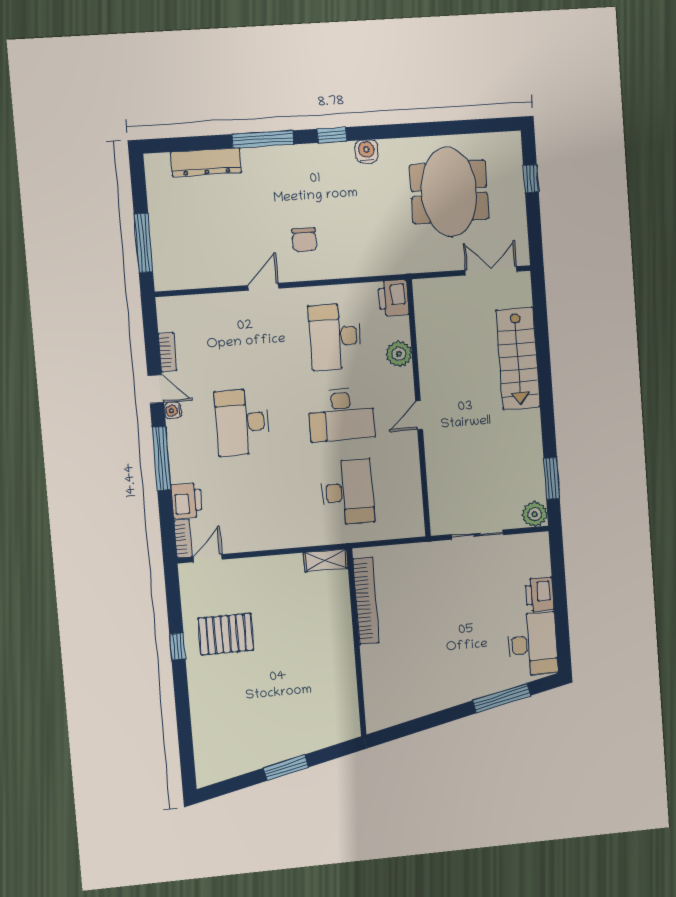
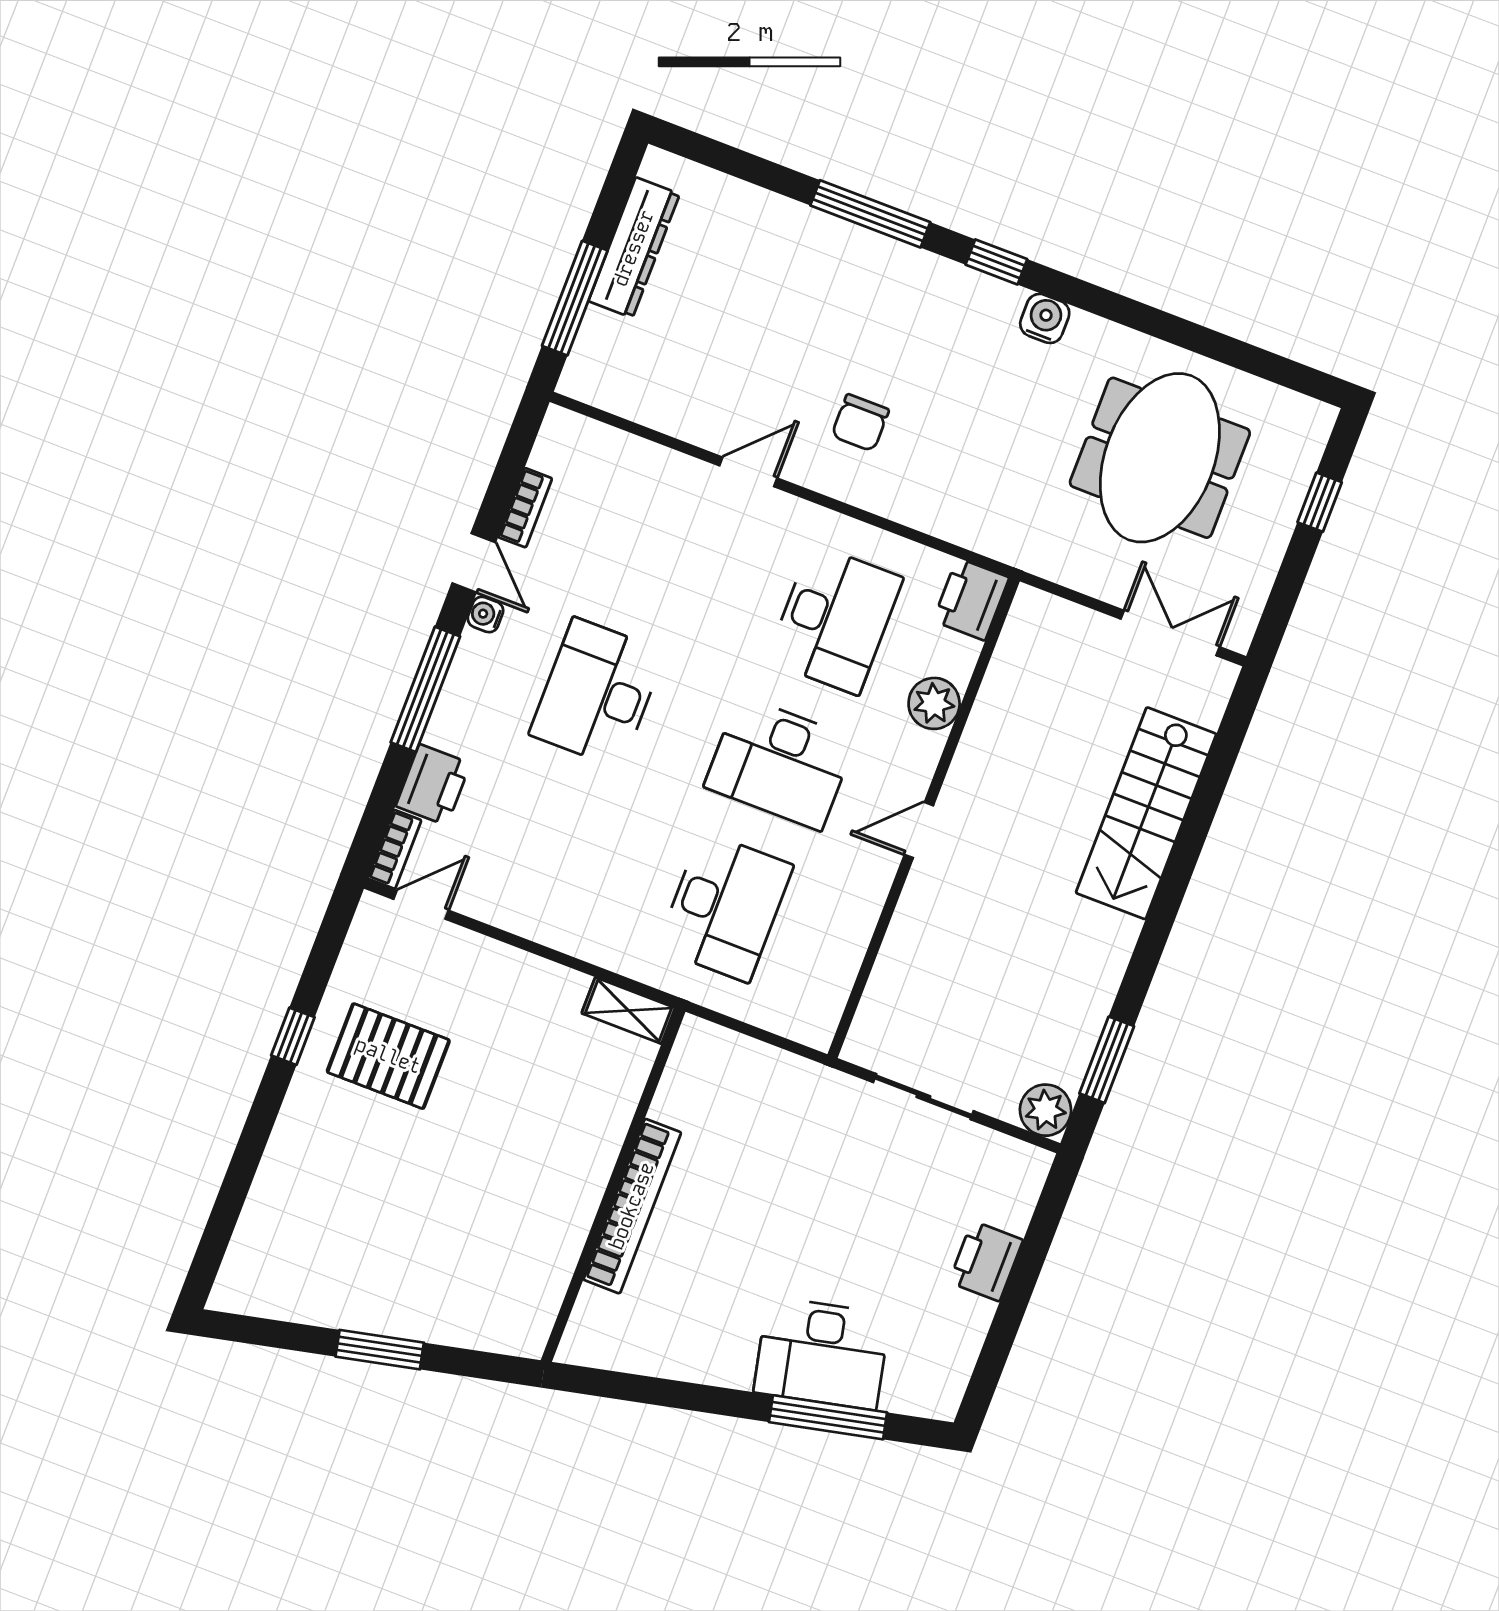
dresser: (206, 162) -> (634, 248), moved, turned -90
desk: (335, 336) -> (835, 619), turned 180
bookcase: (366, 601) -> (632, 1206), moved
desk: (532, 644) -> (822, 1353), moved, turned 78

